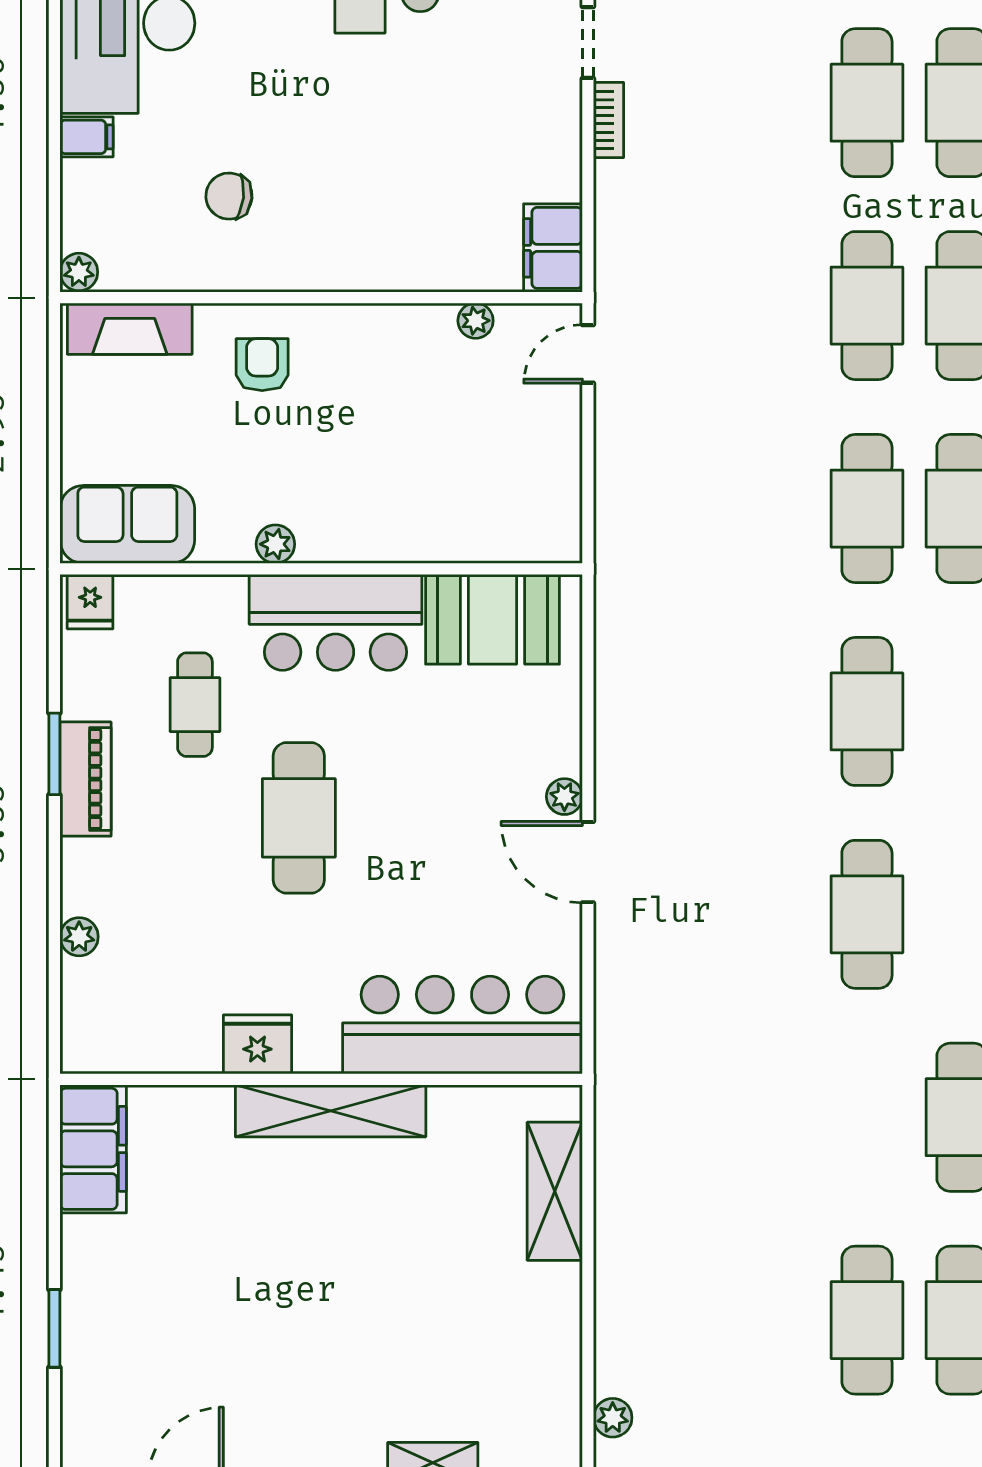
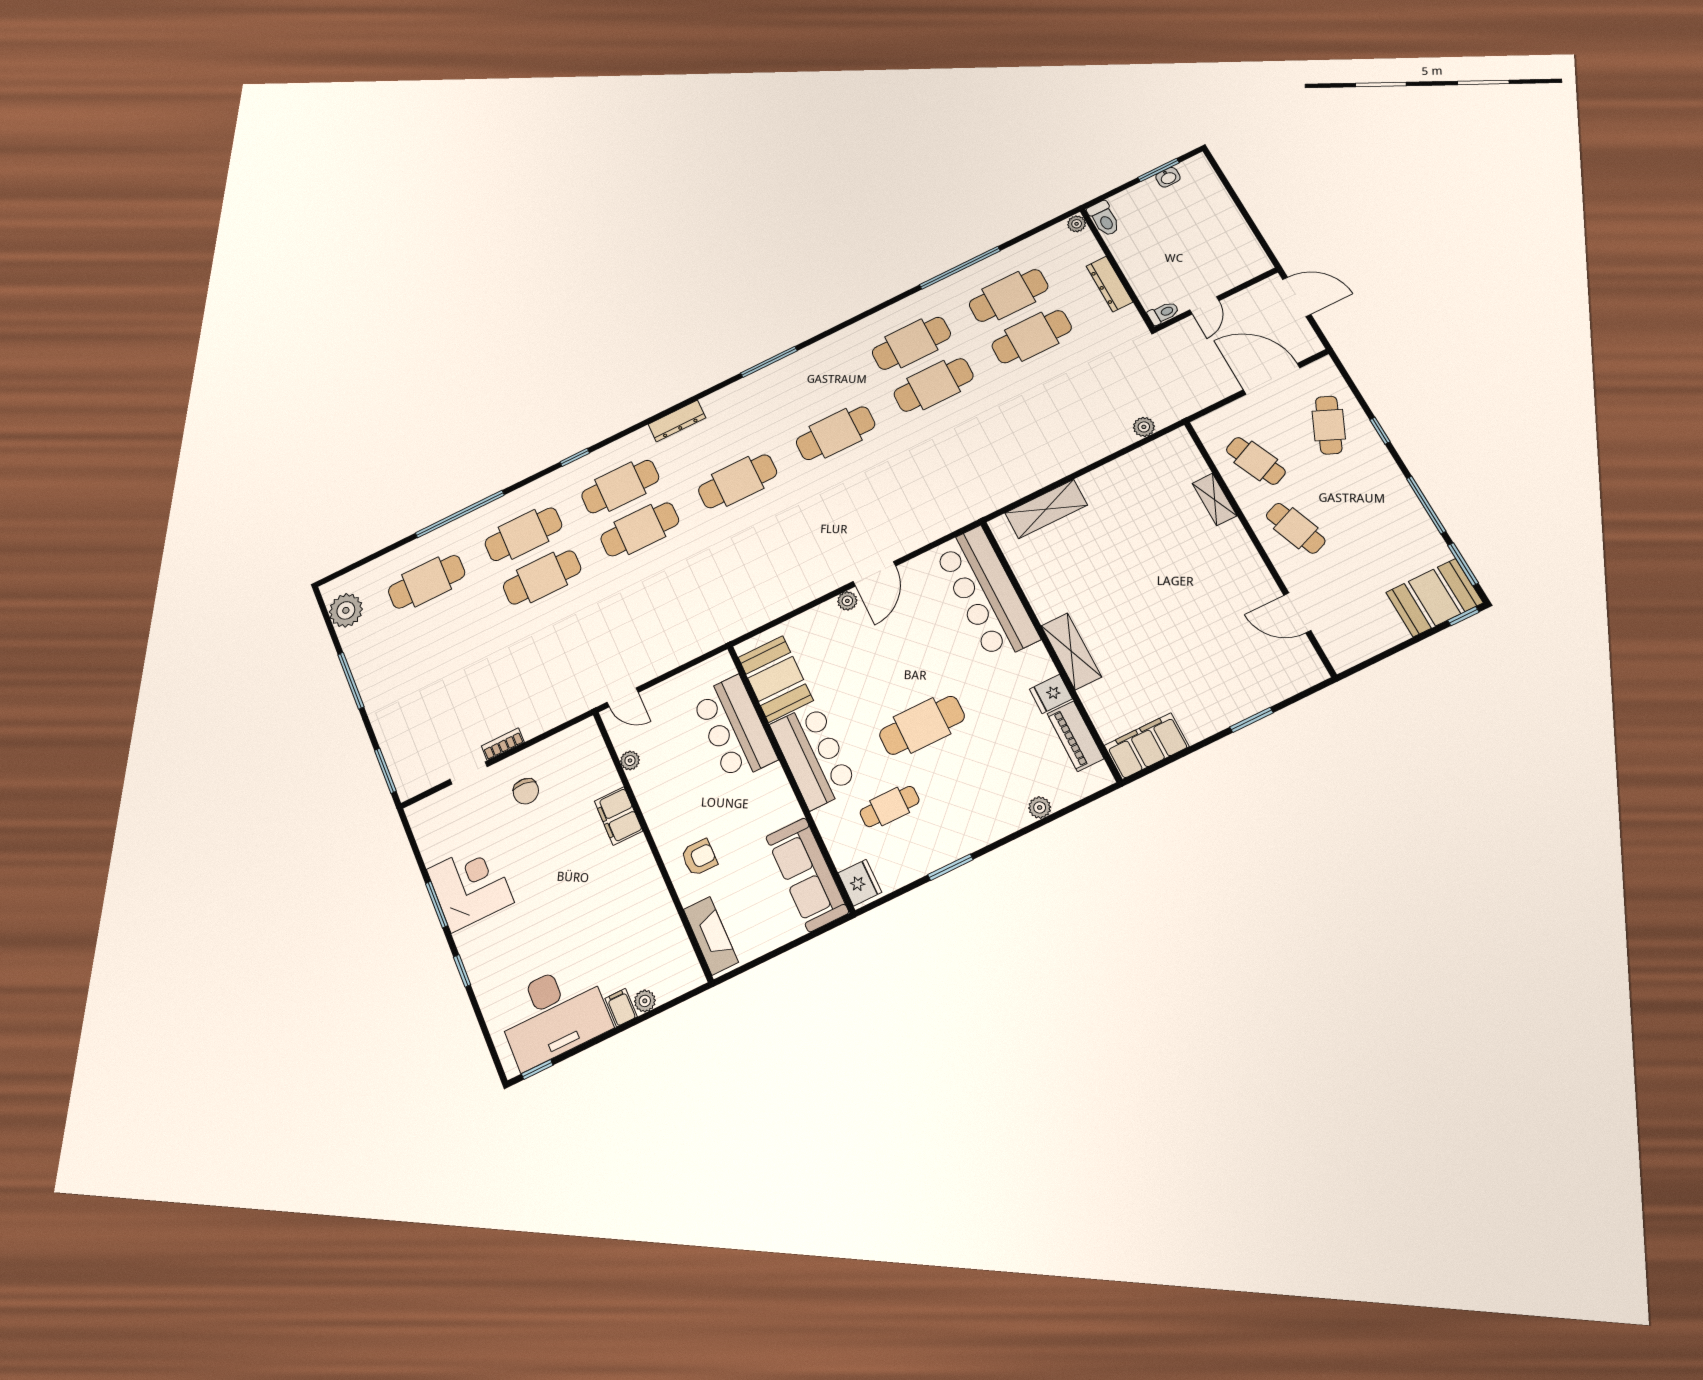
cafe table: (867, 103) -> (934, 385), moved
chair: (229, 196) -> (526, 791), moved
filing cabinet: (553, 248) -> (618, 816), moved, turned 90
plant: (79, 272) -> (645, 1001), moved
armchair: (262, 365) -> (699, 857), turned 180
bar counter: (444, 515) -> (734, 728), added
sofa: (127, 524) -> (807, 875), width x1.36
plant: (275, 544) -> (788, 806), removed
fridge: (90, 602) -> (860, 883), width x1.38
piano: (86, 779) -> (1075, 736), moved, turned -90
fridge: (257, 1044) -> (1051, 694), width x0.72
shelving: (331, 1111) -> (1071, 651), width x0.68

